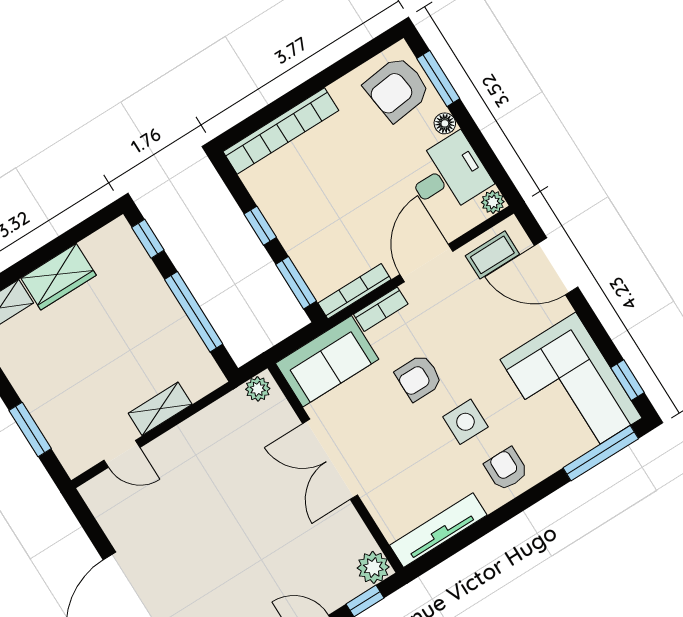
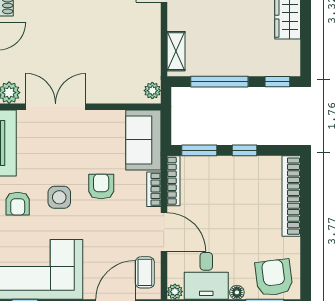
shelving: (160, 409) -> (176, 51), moved
double door: (330, 459) -> (56, 107), moved
armchair: (506, 469) -> (18, 204), turned 90

